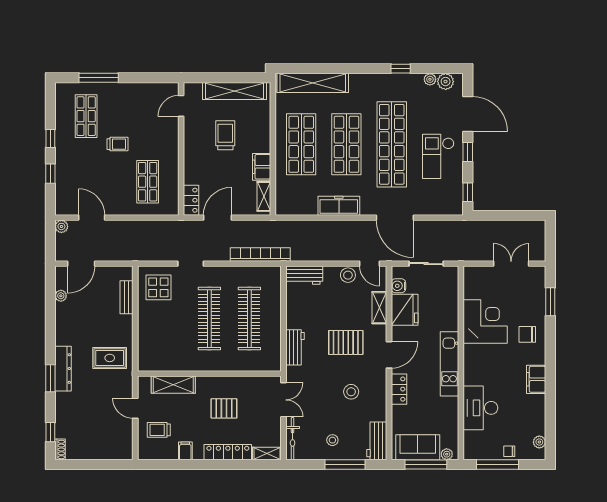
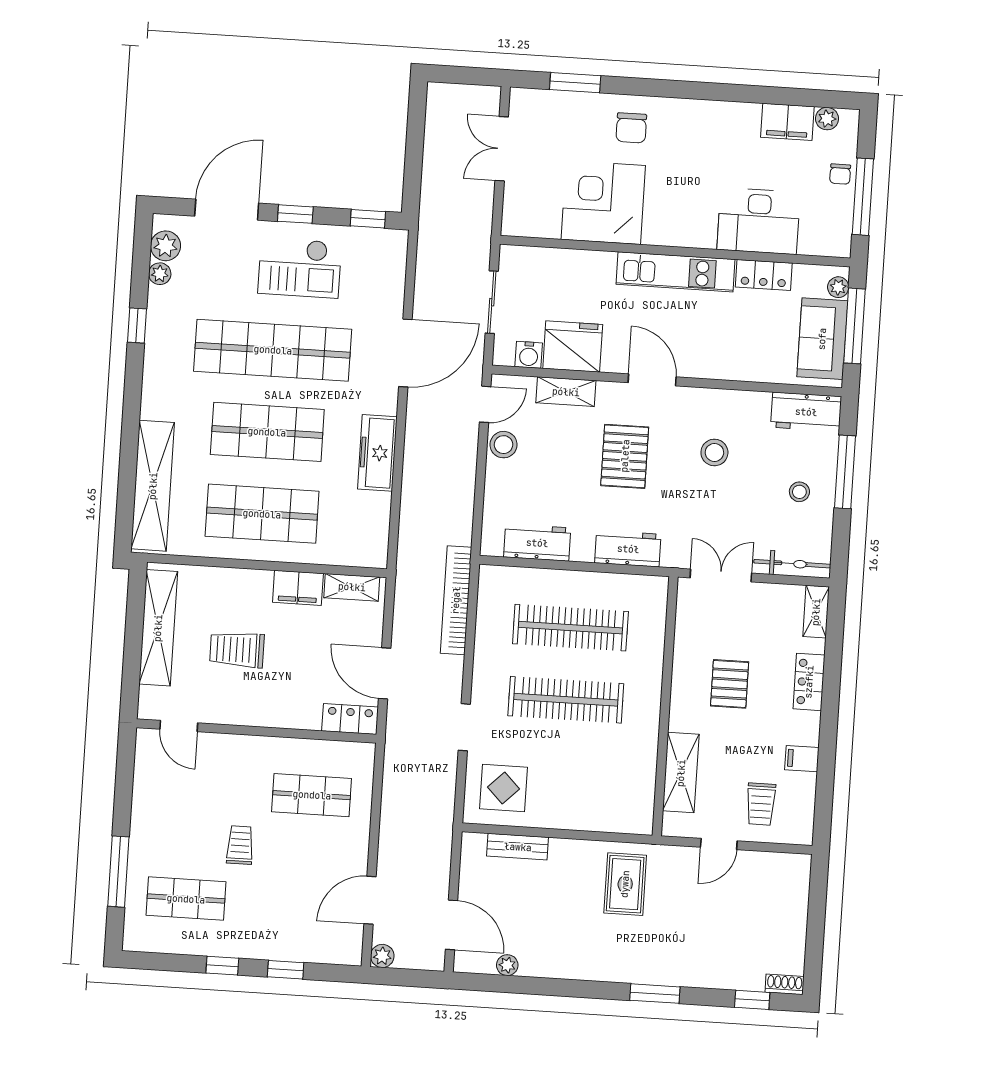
workbench: (305, 275) -> (537, 543), moved, turned -90
dresser: (63, 369) -> (639, 970), removed
filing cabinet: (536, 379) -> (787, 122), moved
locker: (399, 389) -> (764, 275), moved, turned 180
locker: (228, 452) -> (809, 682), width x0.66

